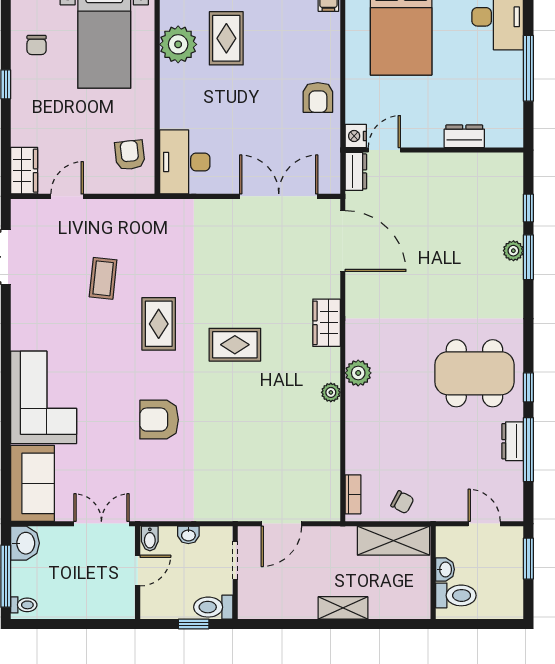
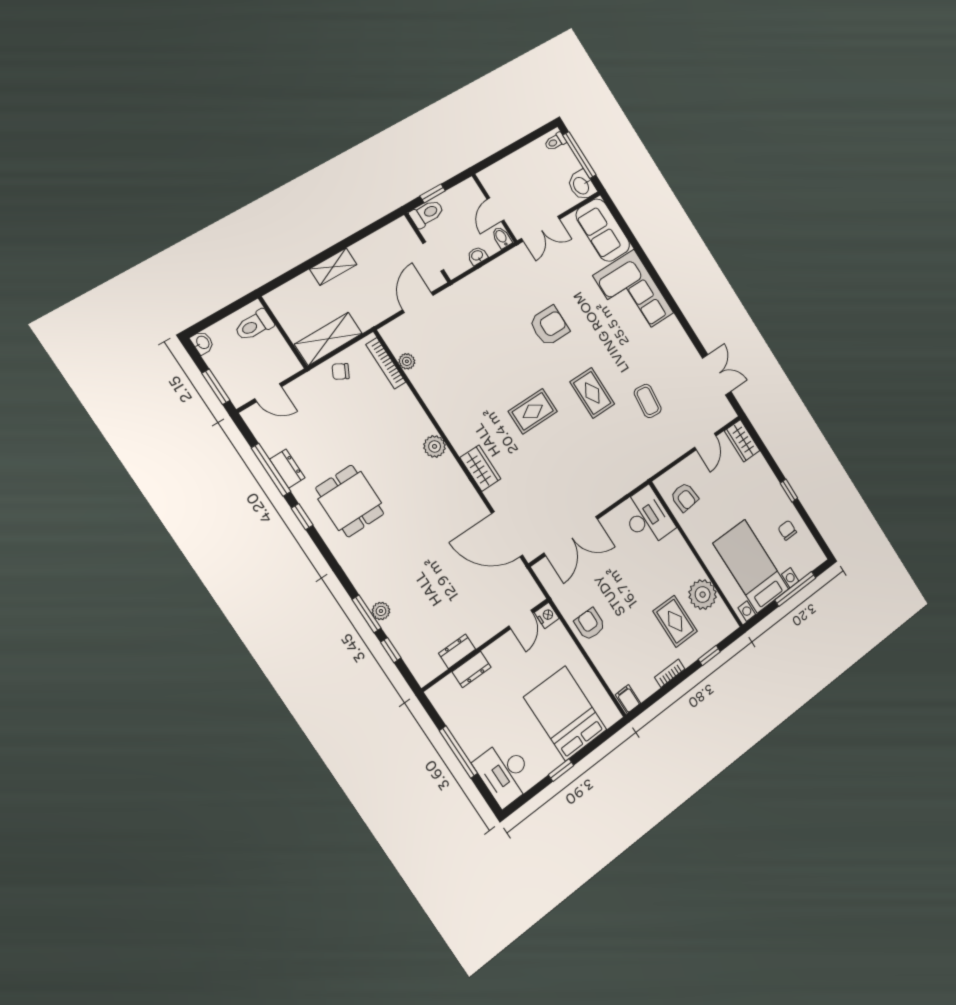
dresser: (356, 171) -> (457, 651), moved, turned 90
dining table: (474, 373) -> (350, 501), width x0.73
plant: (331, 392) -> (407, 361), moved
bookcase: (353, 494) -> (386, 363), width x1.56
washbasin: (445, 569) -> (202, 343), moved, turned 180

